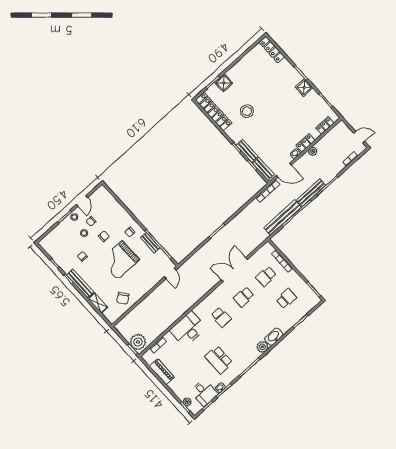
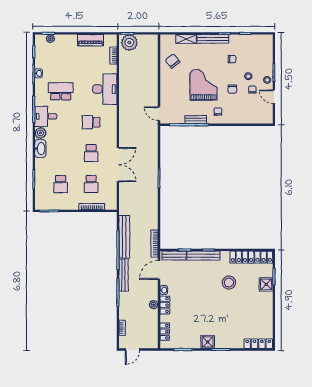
bench: (247, 151) -> (203, 256), width x1.36
school desk: (266, 276) -> (91, 184), turned 180
school desk: (244, 297) -> (91, 153), turned 180
desk: (204, 393) -> (46, 116), moved

